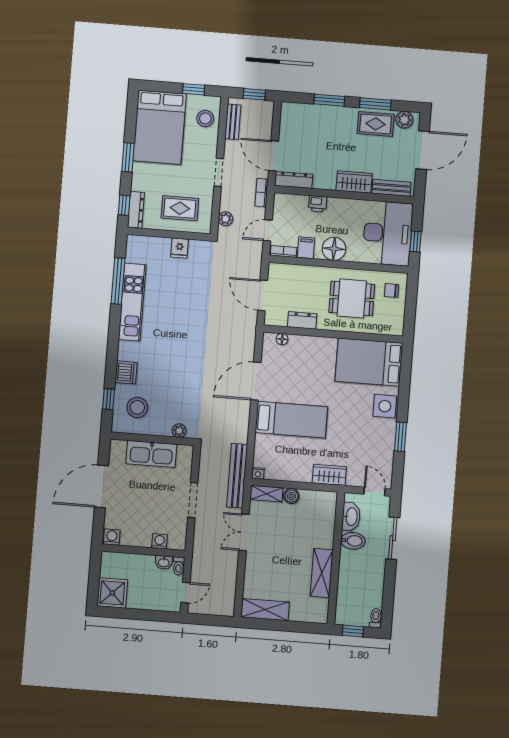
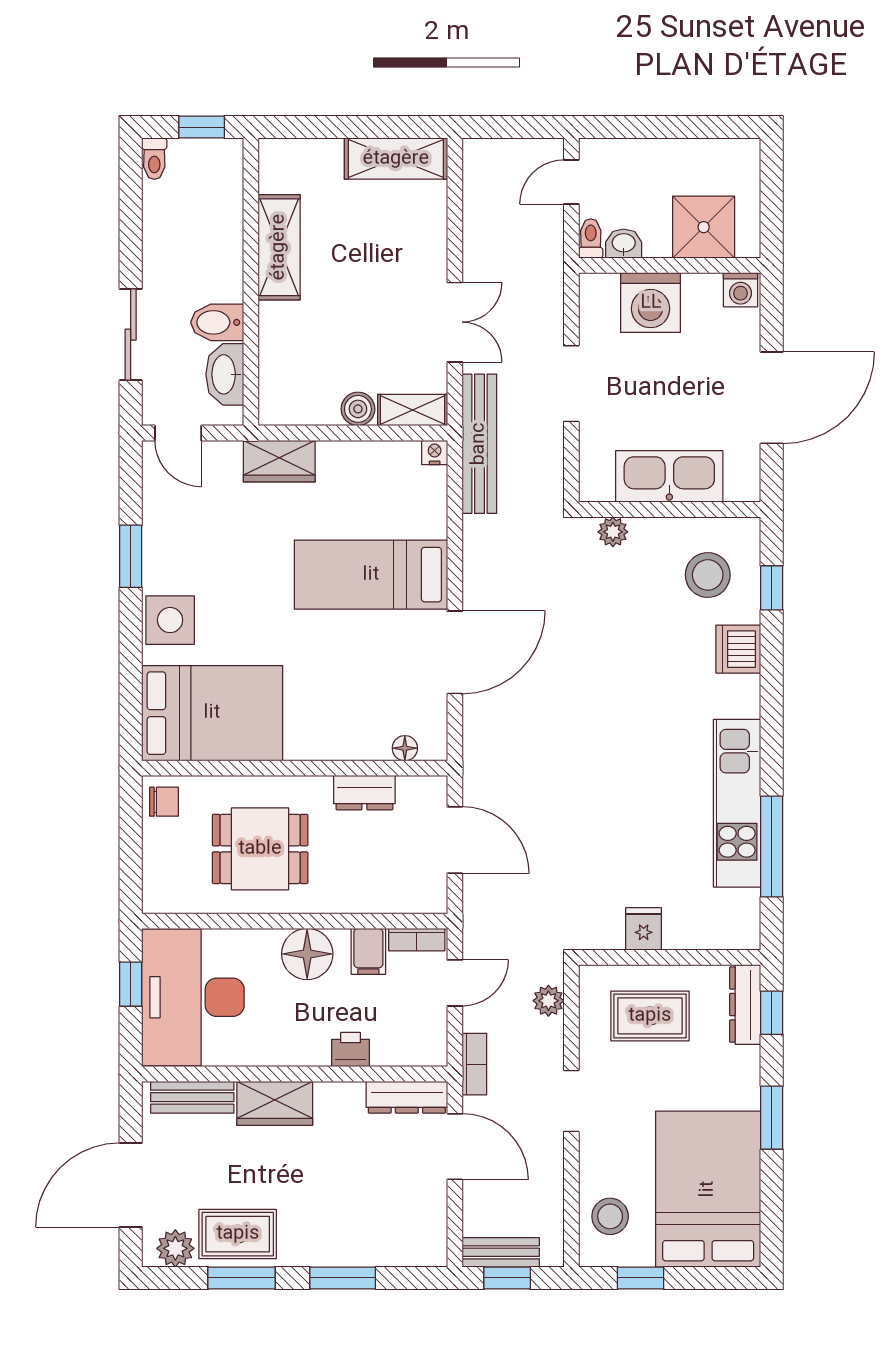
bench: (233, 122) -> (501, 1252), moved, turned 90
chair: (391, 290) -> (164, 802), moved
washing machine: (159, 541) -> (651, 303), width x1.89, depth x1.89
shower: (112, 593) -> (704, 227), moved

